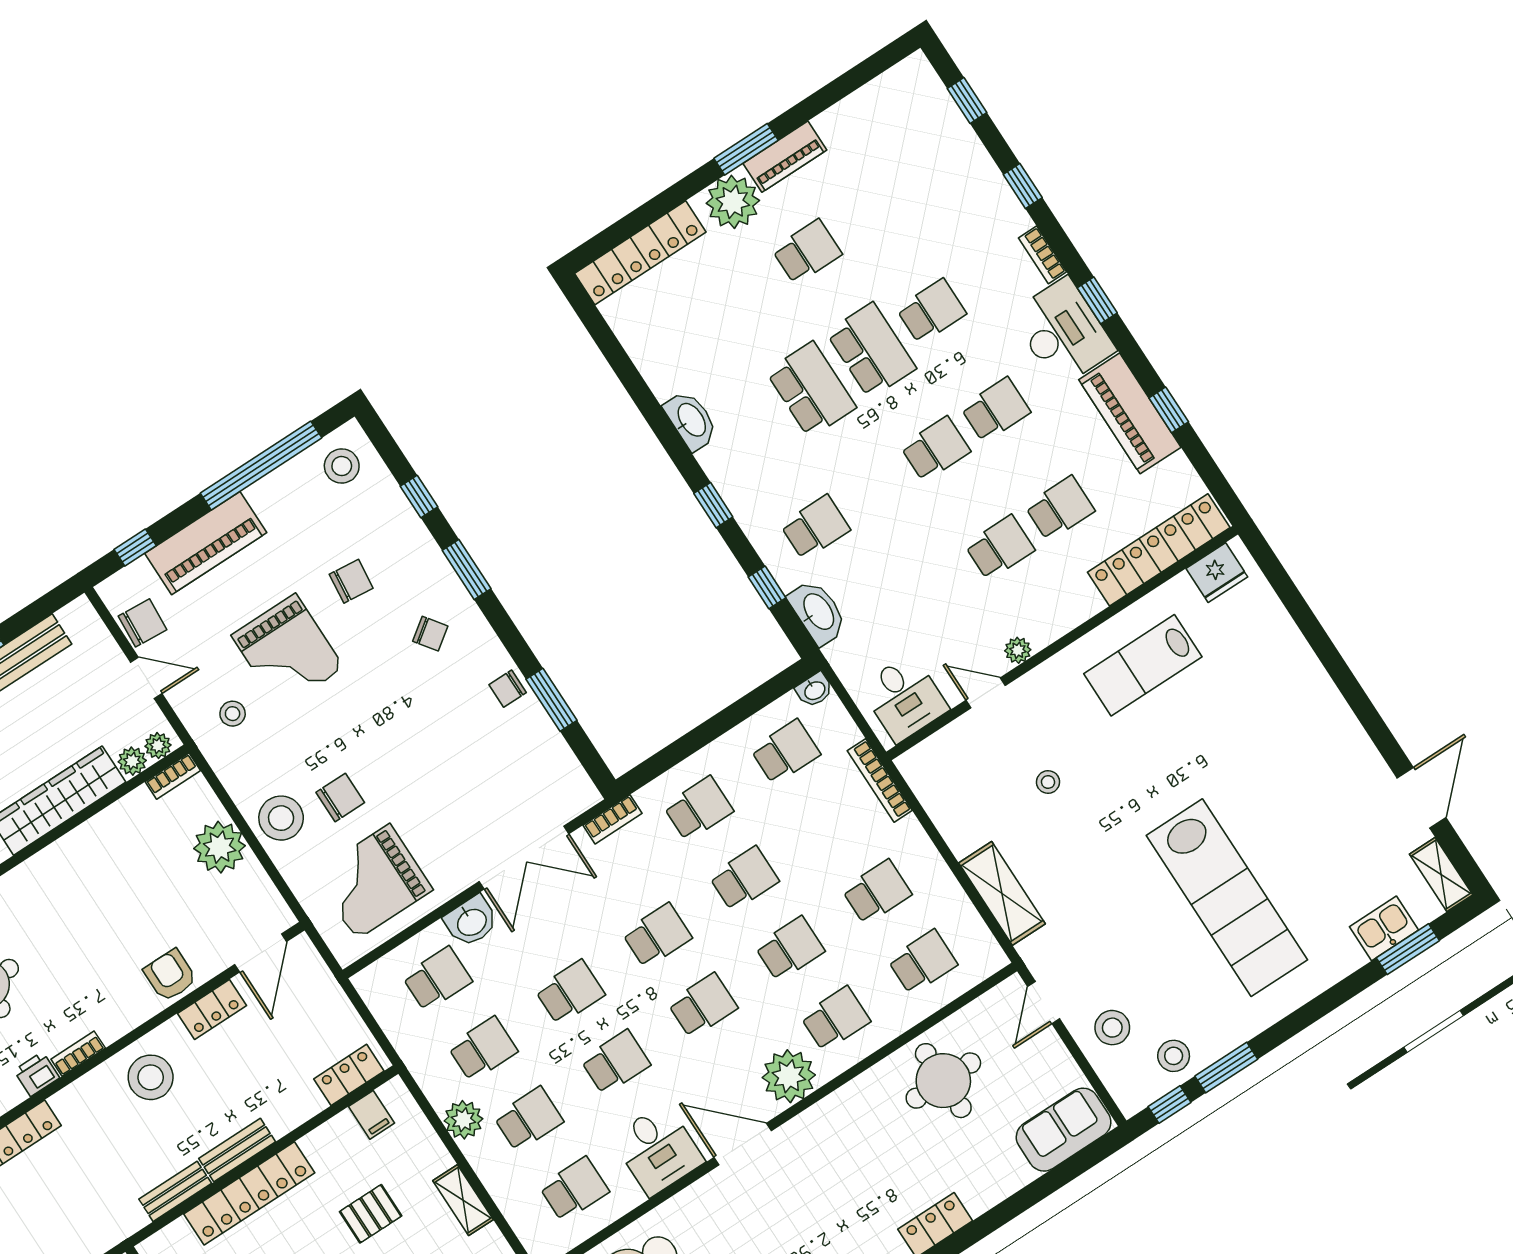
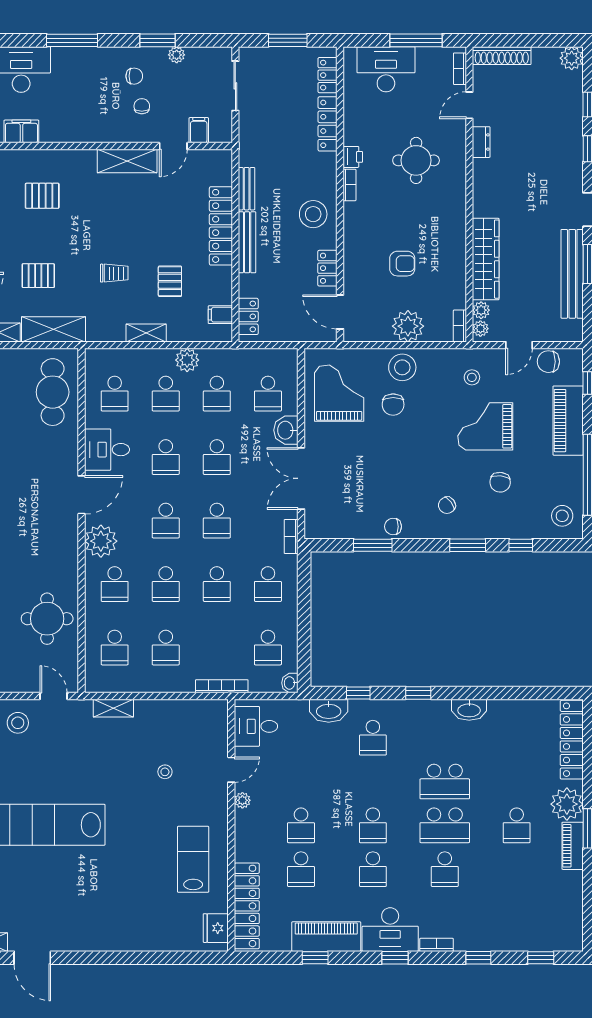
chair: (143, 623) -> (548, 362), turned 86
chair: (508, 689) -> (393, 527), turned -90
shelving: (1002, 893) -> (113, 708), width x0.67, depth x0.75
armchair: (170, 975) -> (402, 264), moved
bench: (237, 1150) -> (247, 242), width x1.36

